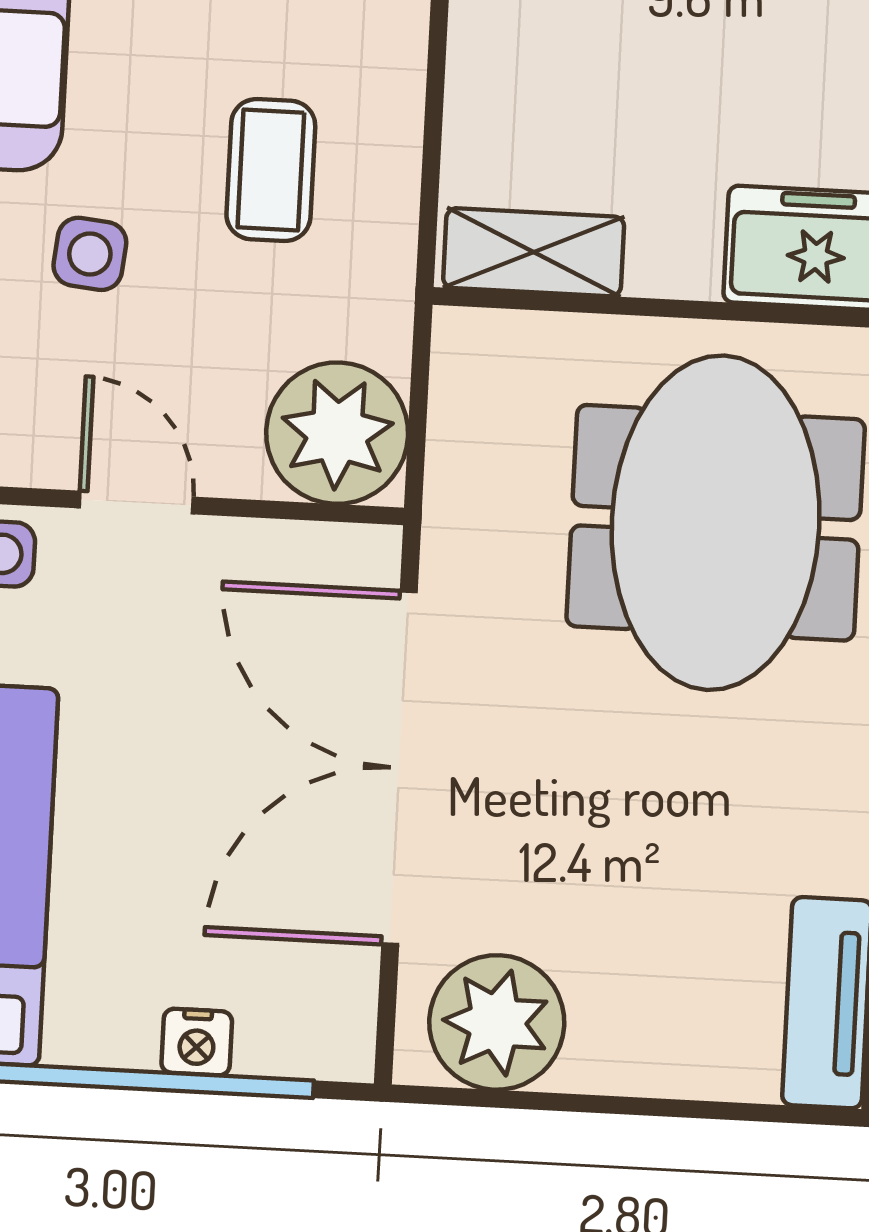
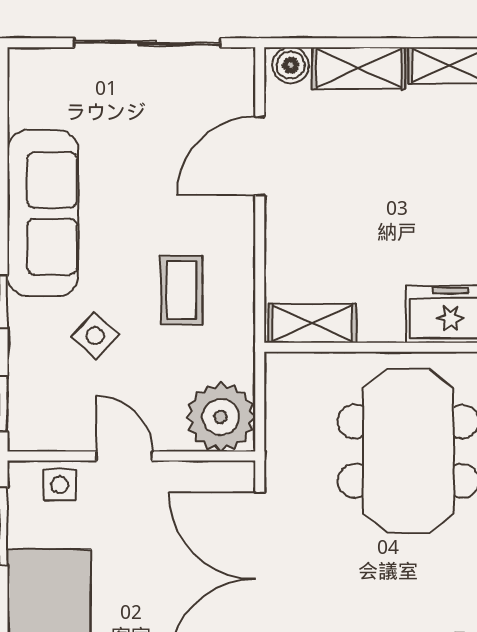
side table: (90, 254) -> (95, 336), turned 36

